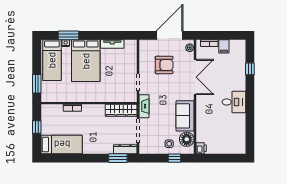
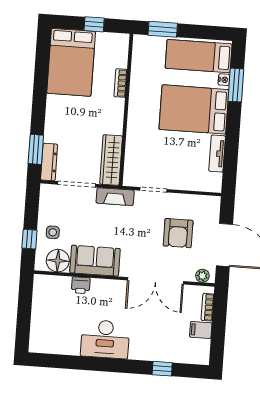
desk: (234, 102) -> (105, 339), width x1.37
bed: (62, 144) -> (71, 62), width x1.50
printer: (201, 148) -> (81, 285), moved

